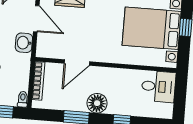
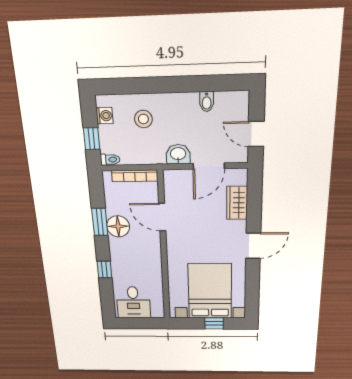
desk: (158, 87) -> (133, 302), moved
floor lamp: (97, 103) -> (118, 226), moved

